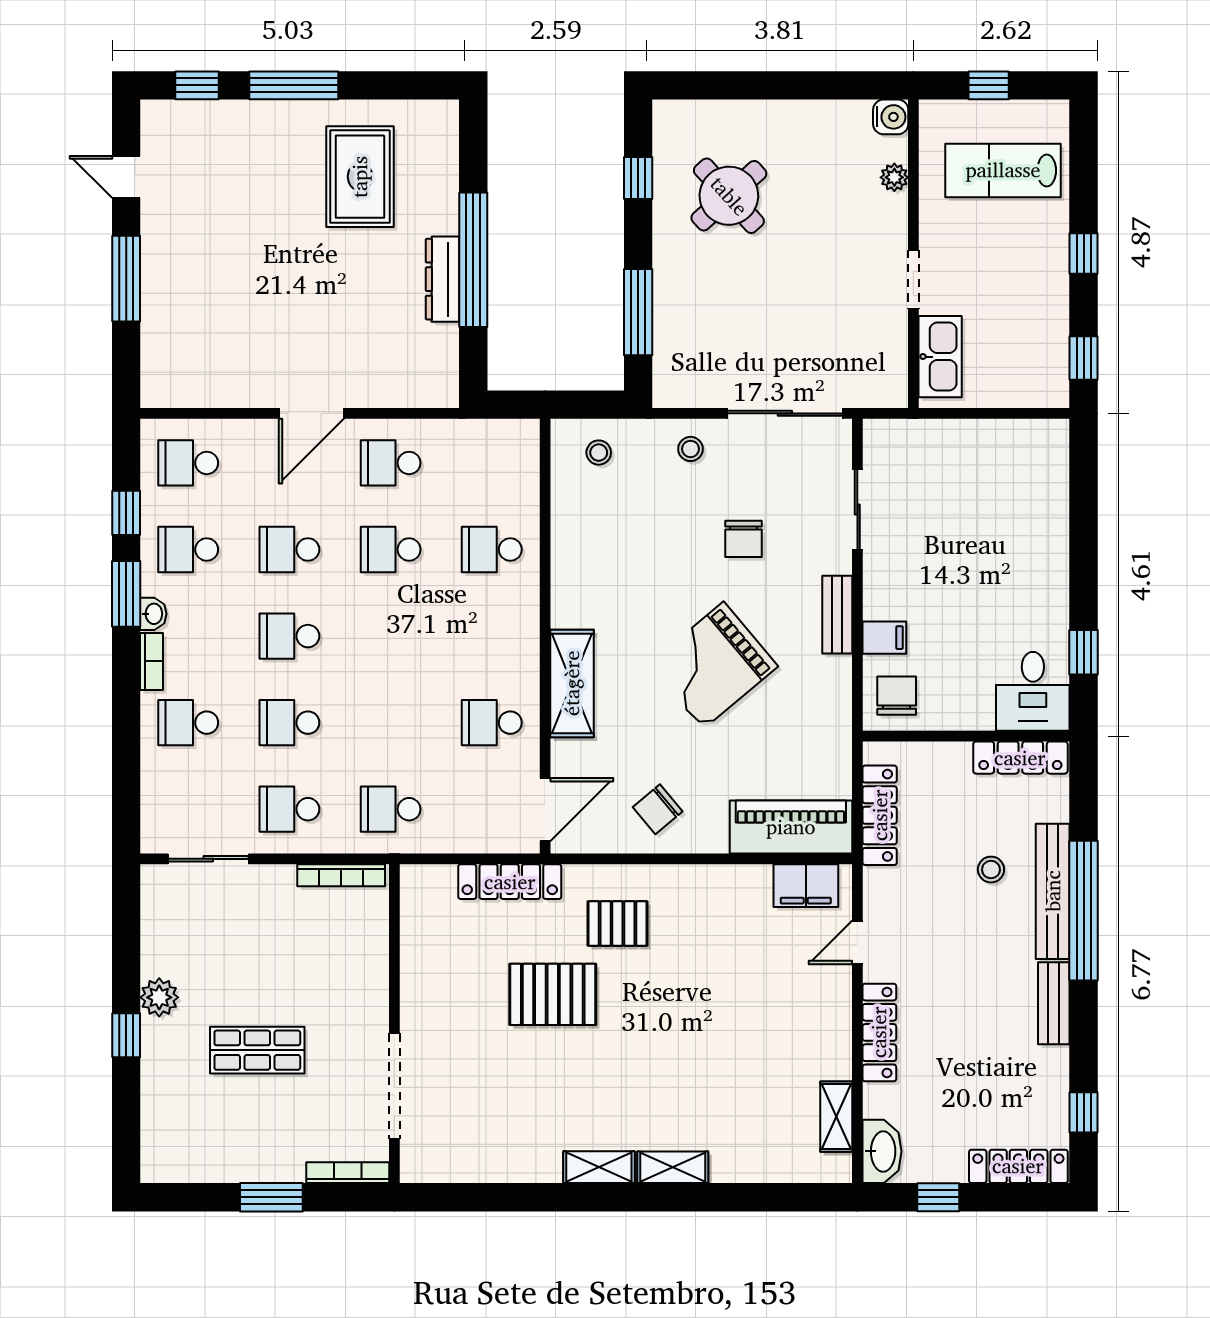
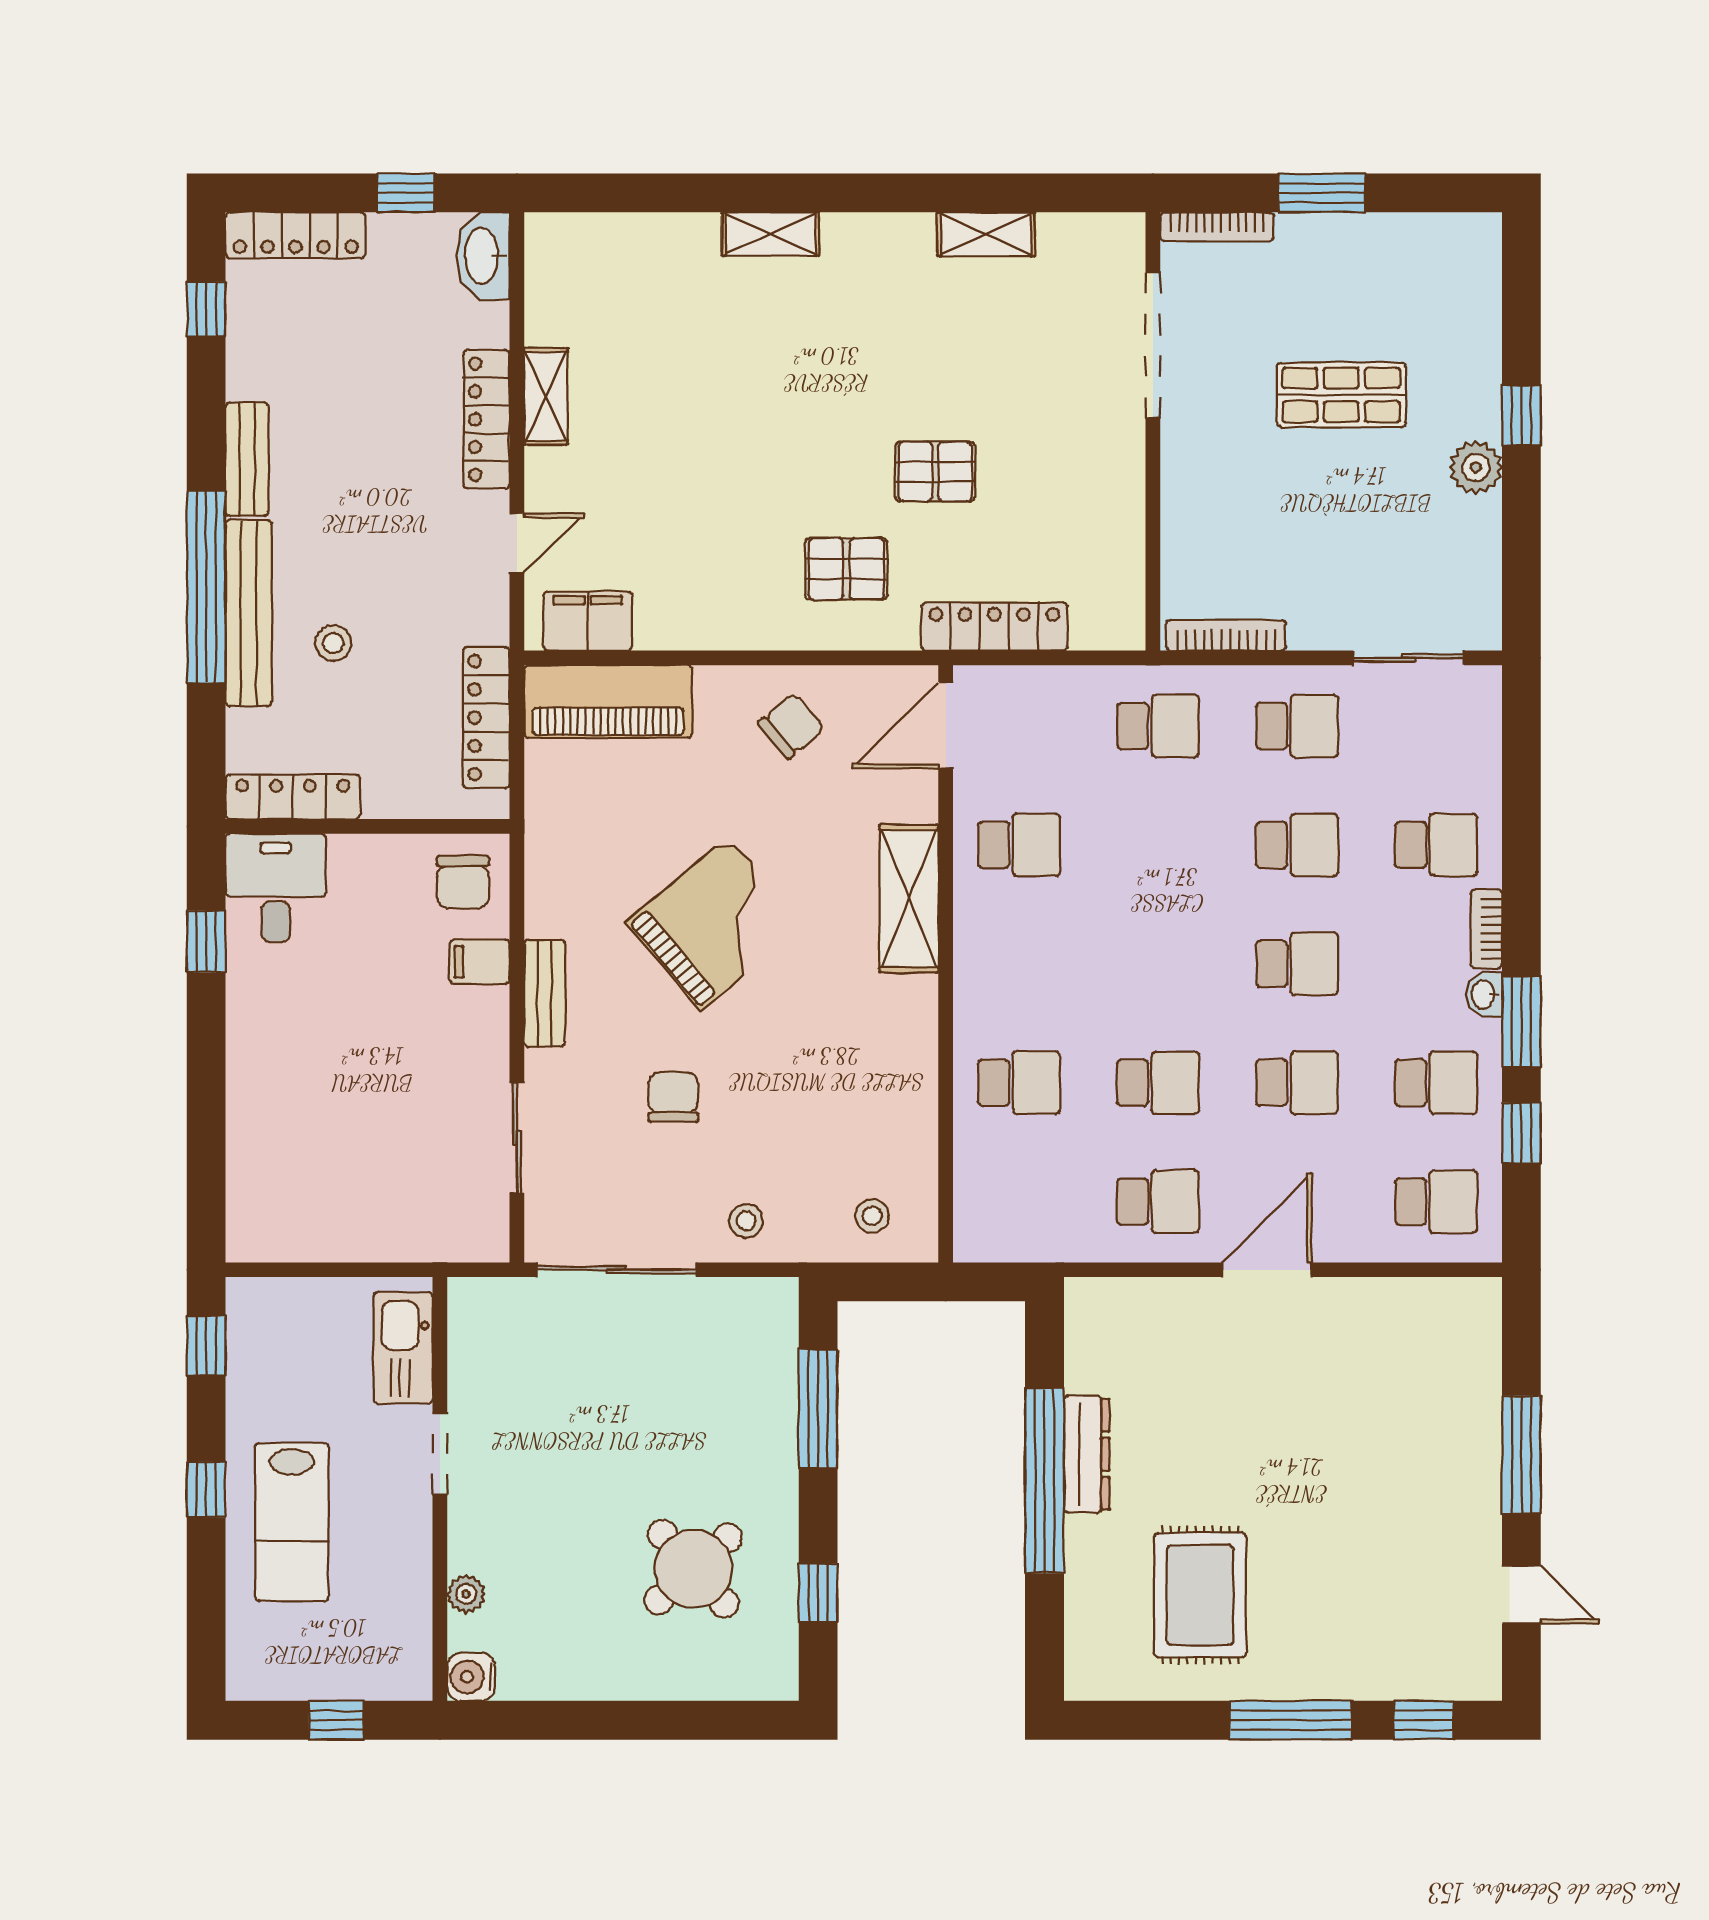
lab bench: (1003, 170) -> (292, 1522), moved, turned 90
pallet: (553, 994) -> (935, 472), width x0.67, depth x0.71
shelving: (836, 1117) -> (546, 396), moved
shelving: (599, 1167) -> (986, 234), moved

